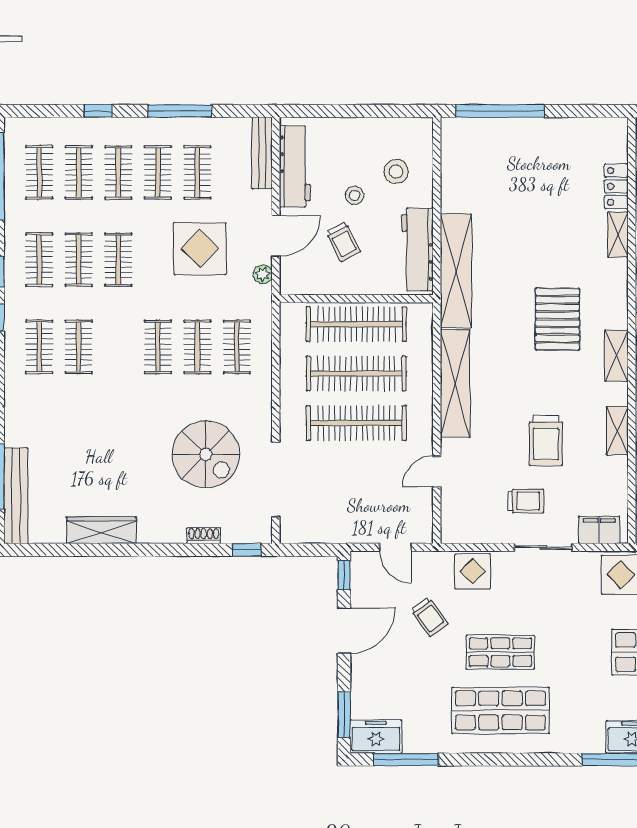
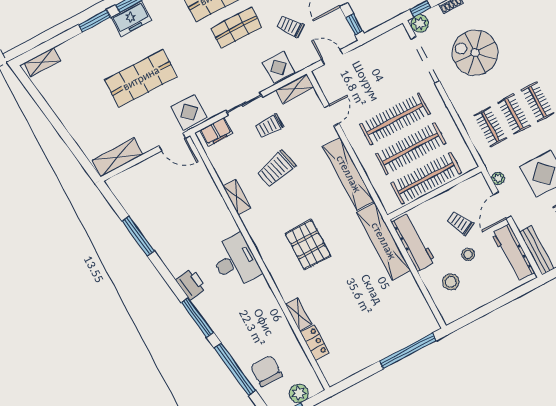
shelving: (616, 356) -> (295, 89), moved, turned 90
trolley: (546, 440) -> (276, 169), turned -104
plant: (258, 531) -> (420, 24), added

